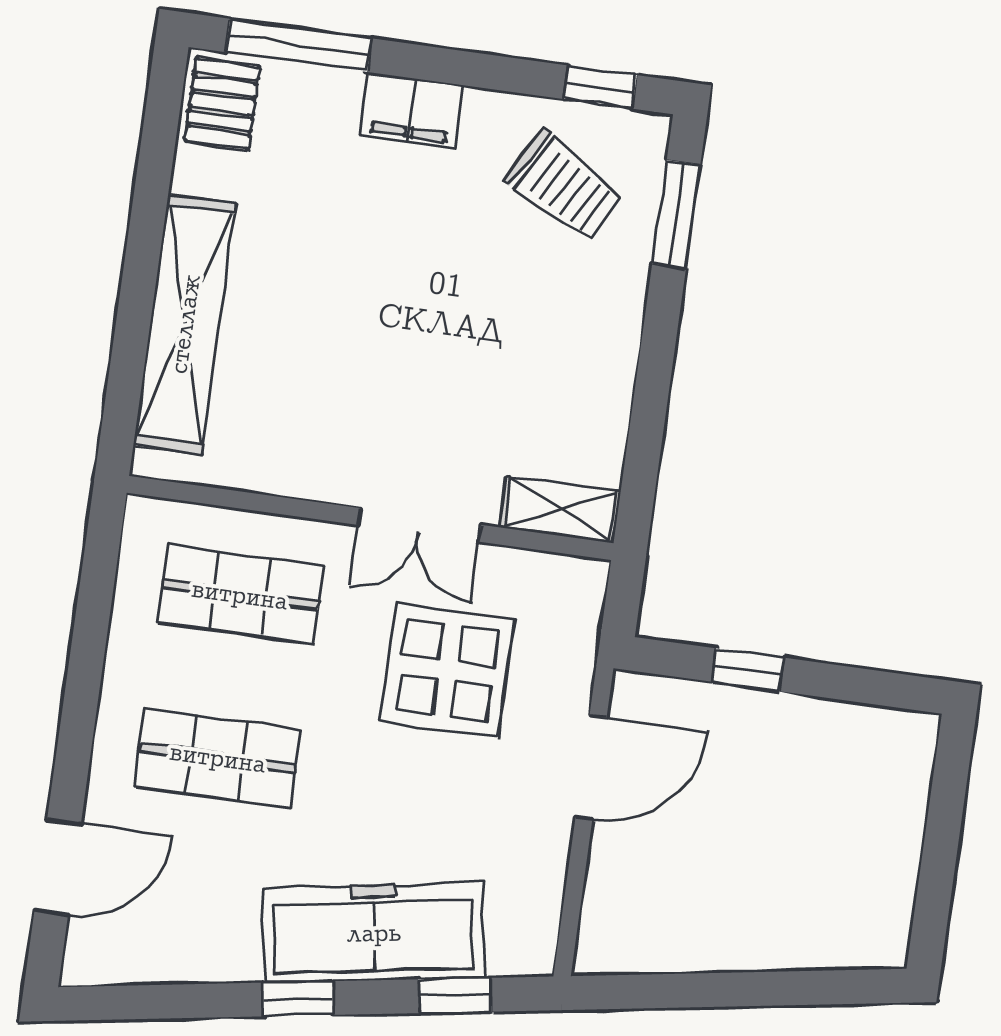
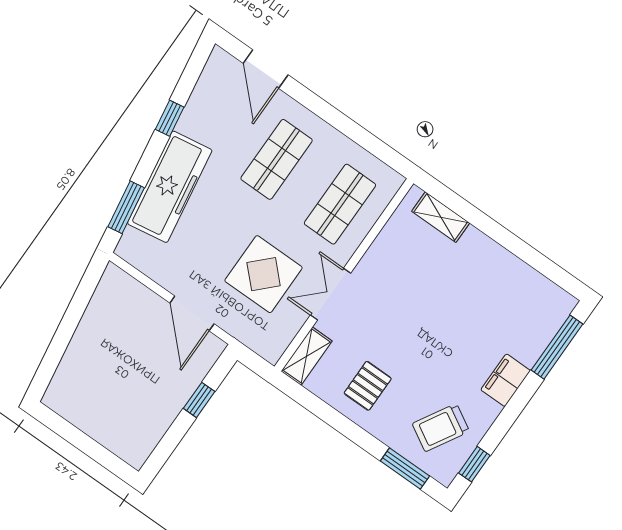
pallet: (222, 104) -> (368, 386), moved, turned 90
shelving: (185, 324) -> (441, 217), width x0.45, depth x0.75
window: (455, 995) -> (126, 207), width x1.50
window: (298, 999) -> (170, 118), moved

